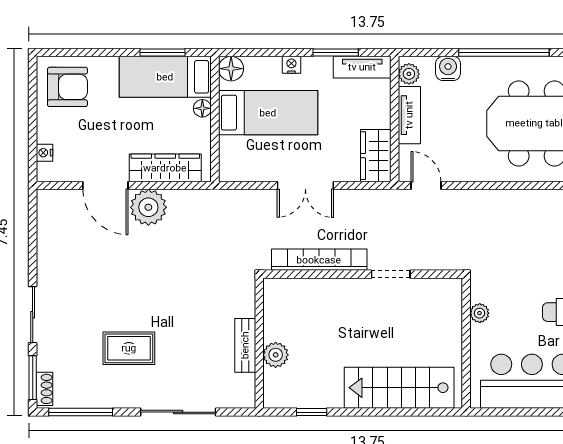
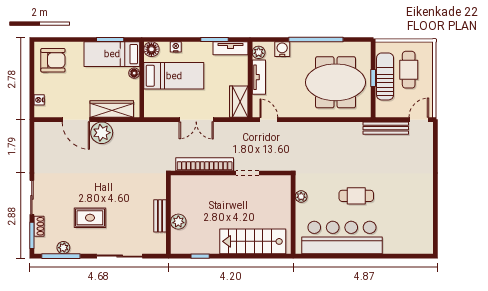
nightstand: (291, 65) -> (176, 47), moved
shoe rack: (44, 389) -> (39, 226), moved
plant: (85, 398) -> (63, 248), added

